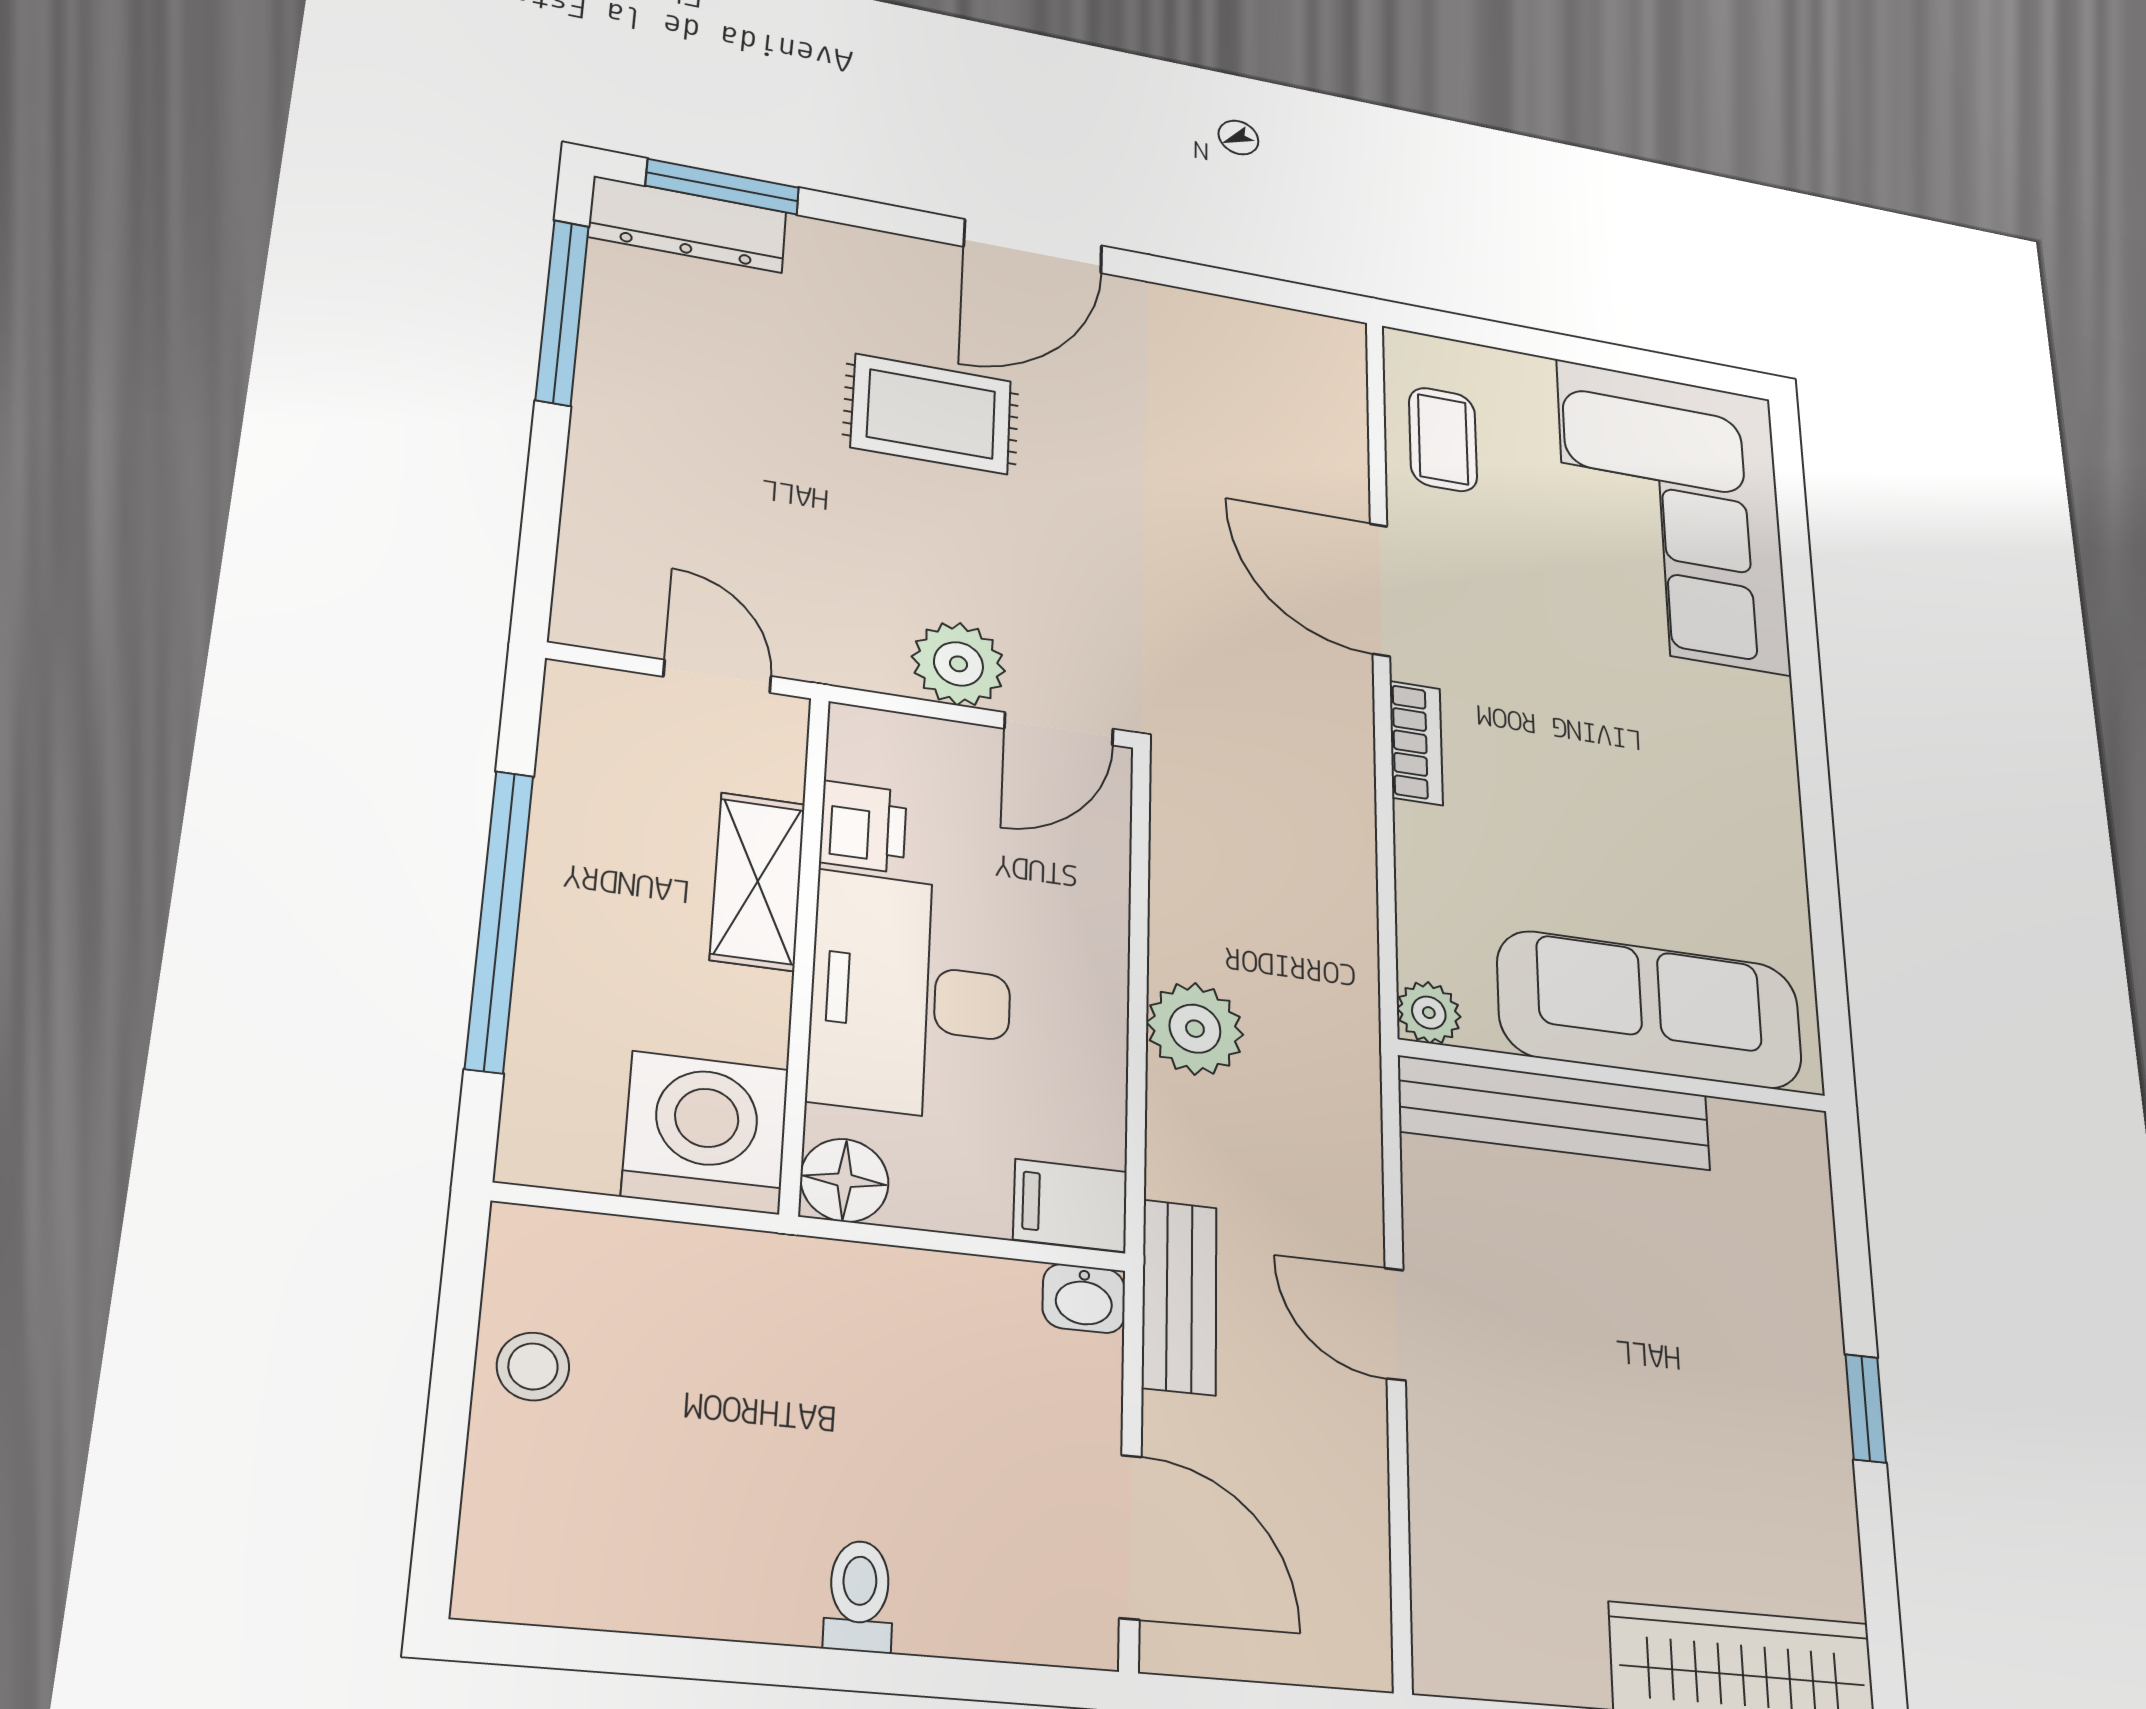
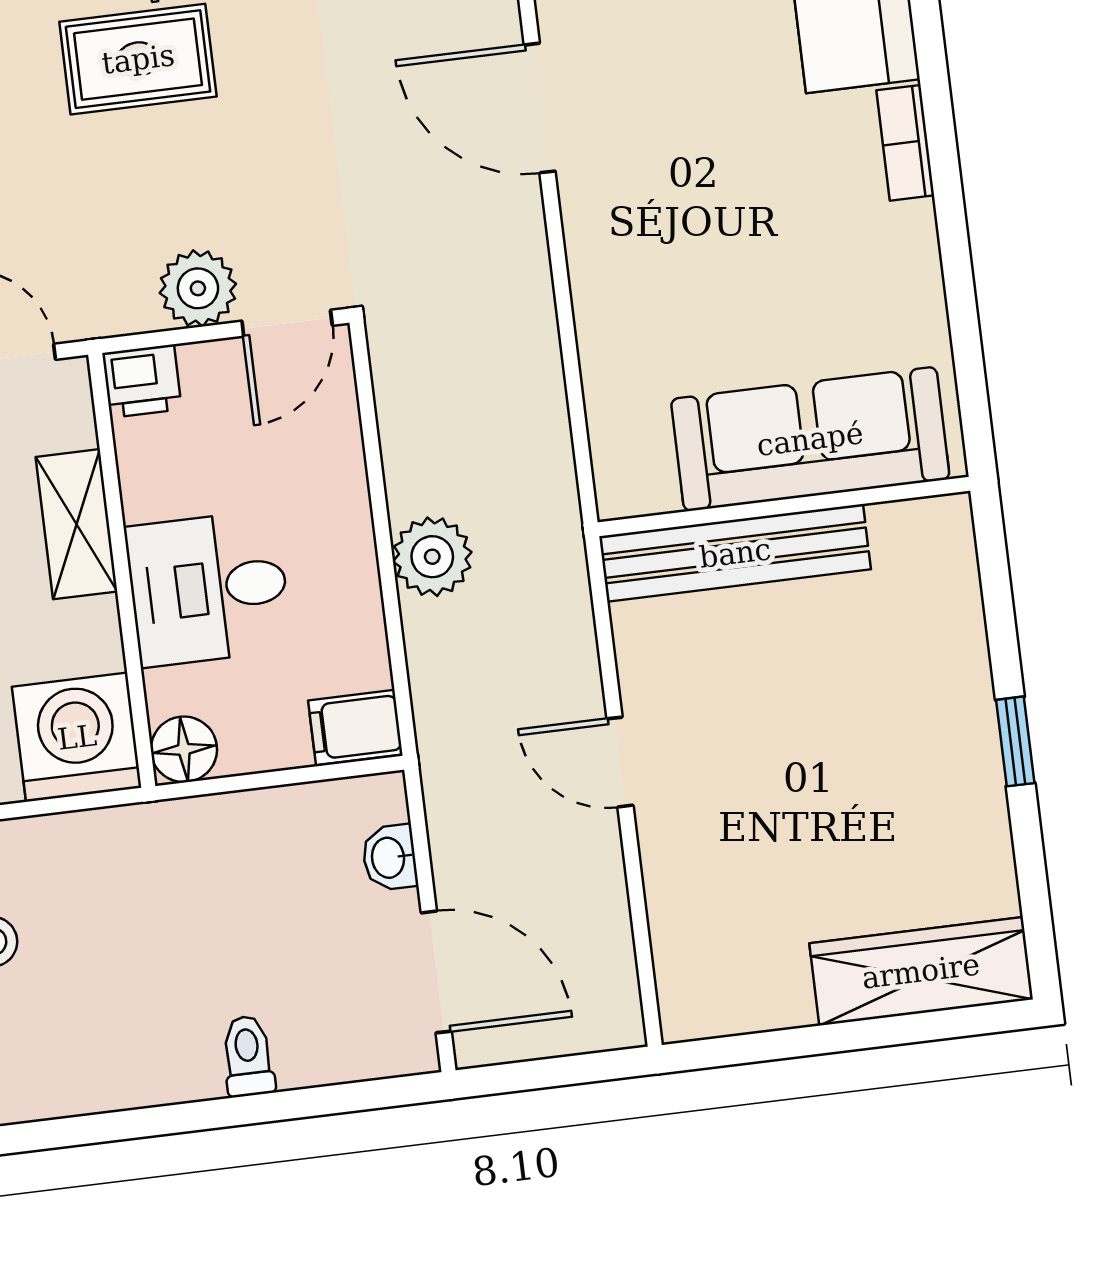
bookcase: (1416, 743) -> (905, 143), moved, turned 180
printer: (863, 827) -> (142, 381), moved, turned 90
desk: (911, 996) -> (208, 588), width x0.73
plant: (1429, 1013) -> (621, 492), removed
bench: (1179, 1297) -> (449, 780), removed
washbasin: (1084, 1298) -> (390, 858), moved, turned 90

